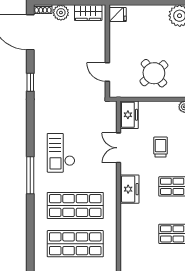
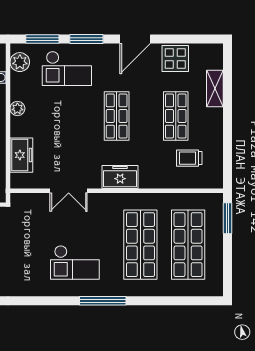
freezer: (129, 115) -> (21, 155), moved, turned 90
trolley: (161, 147) -> (189, 158), moved

